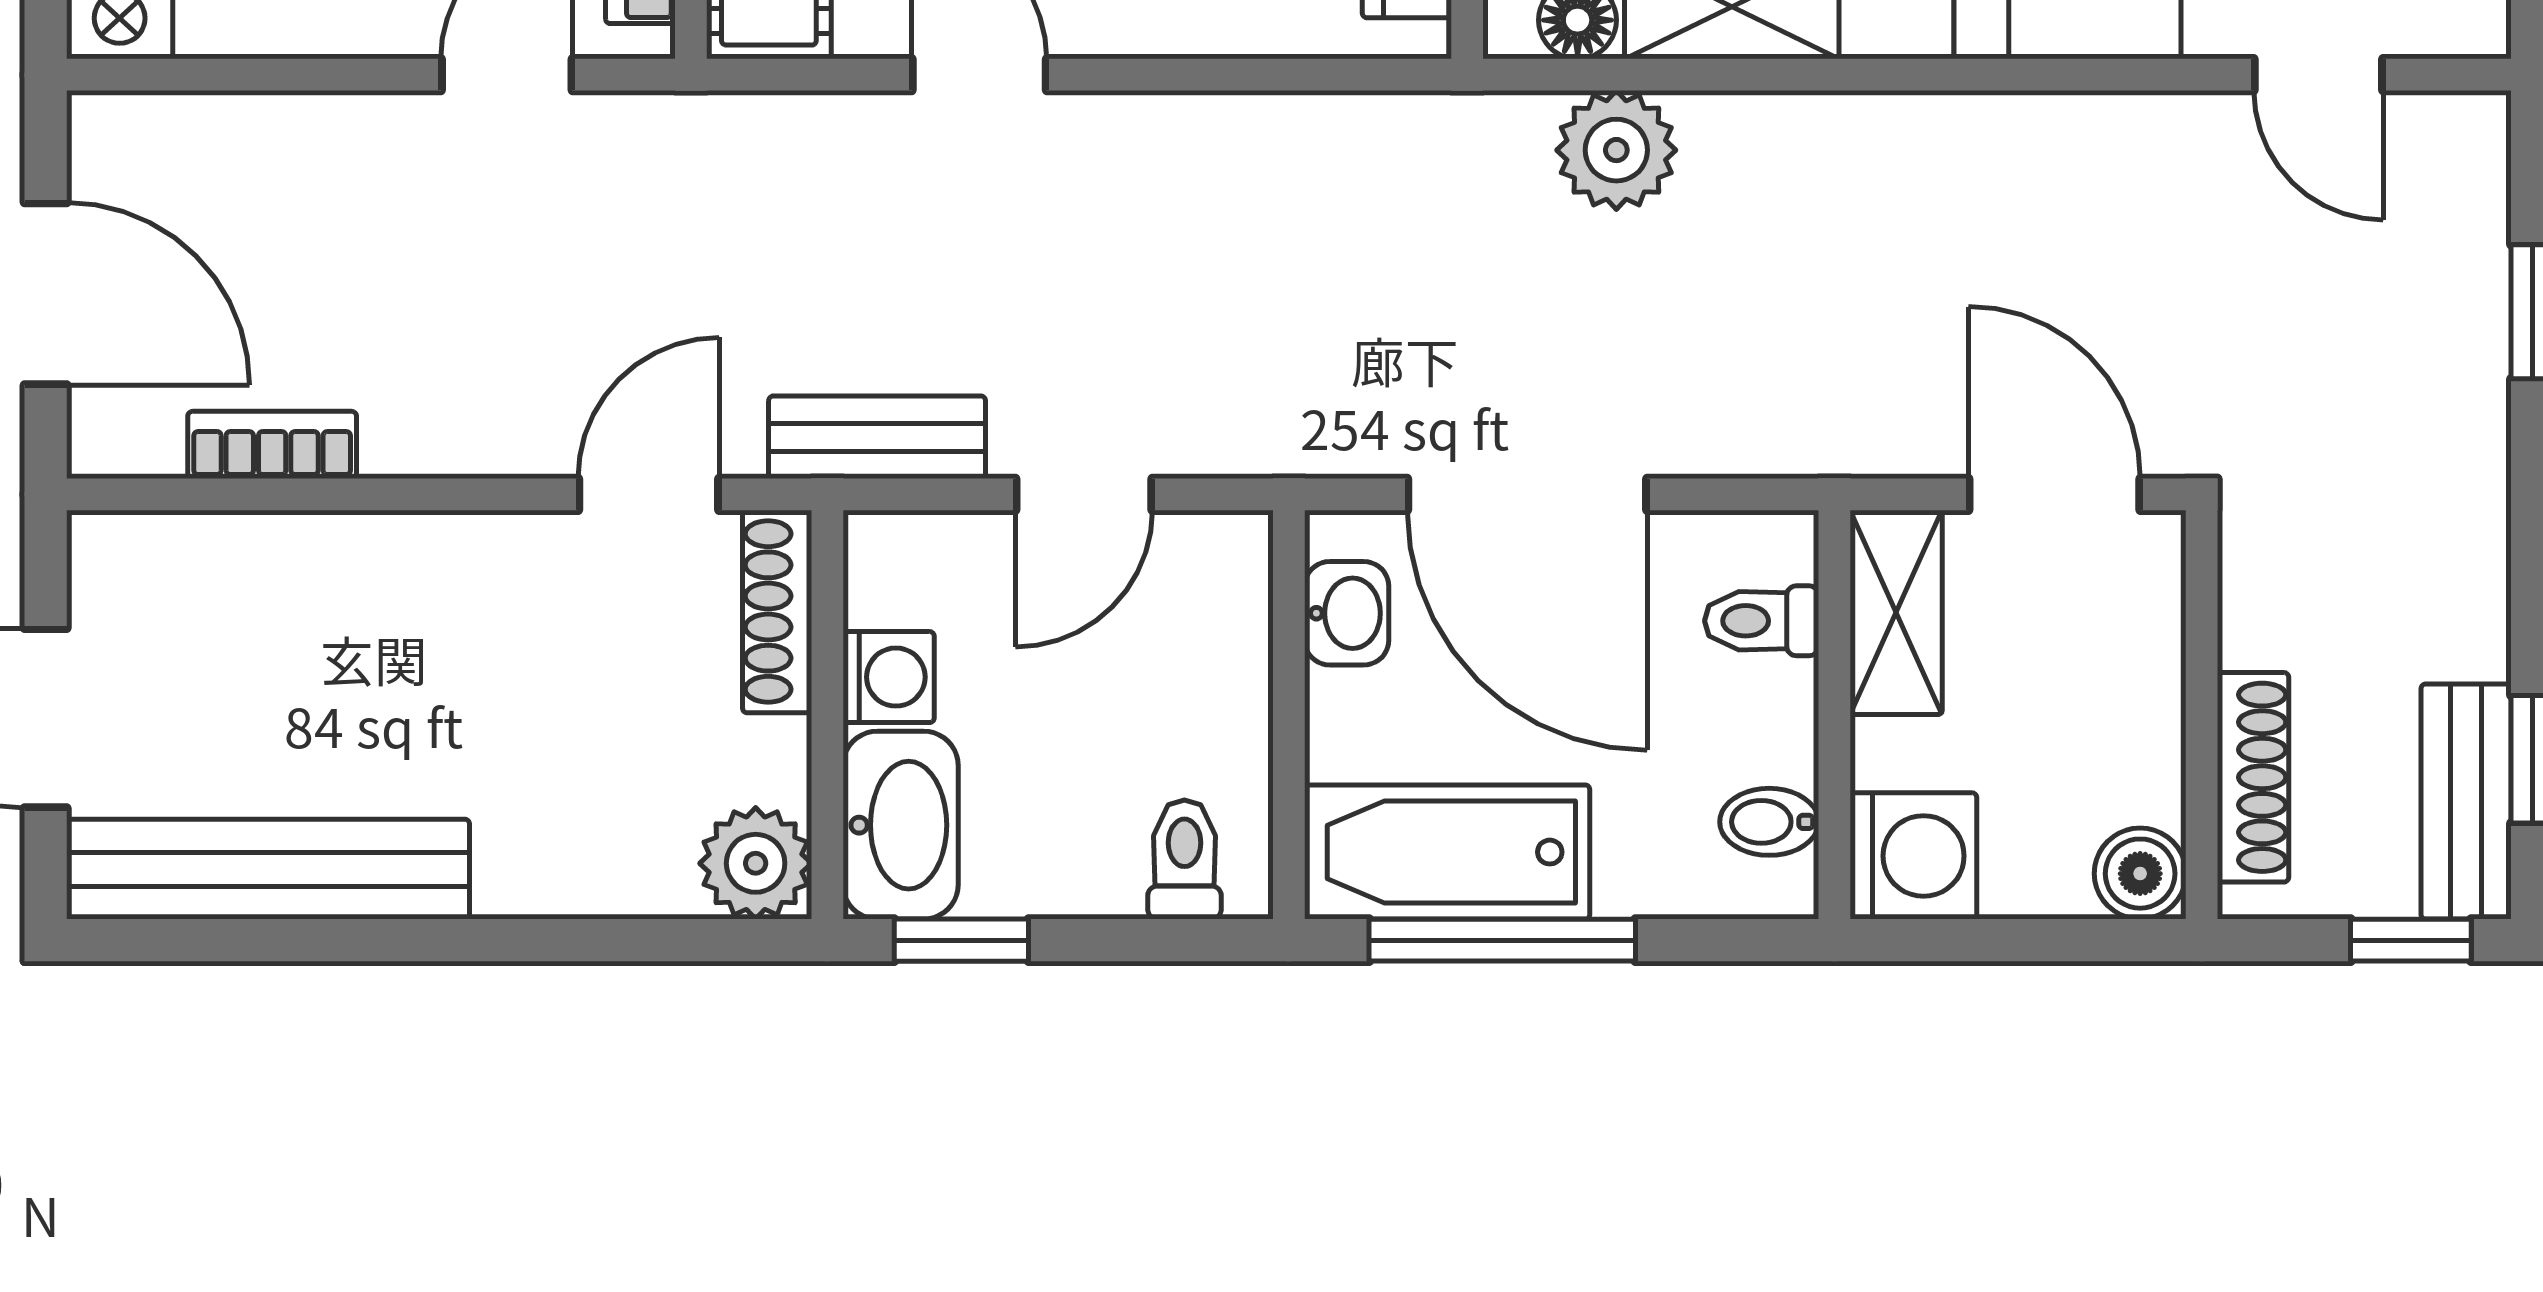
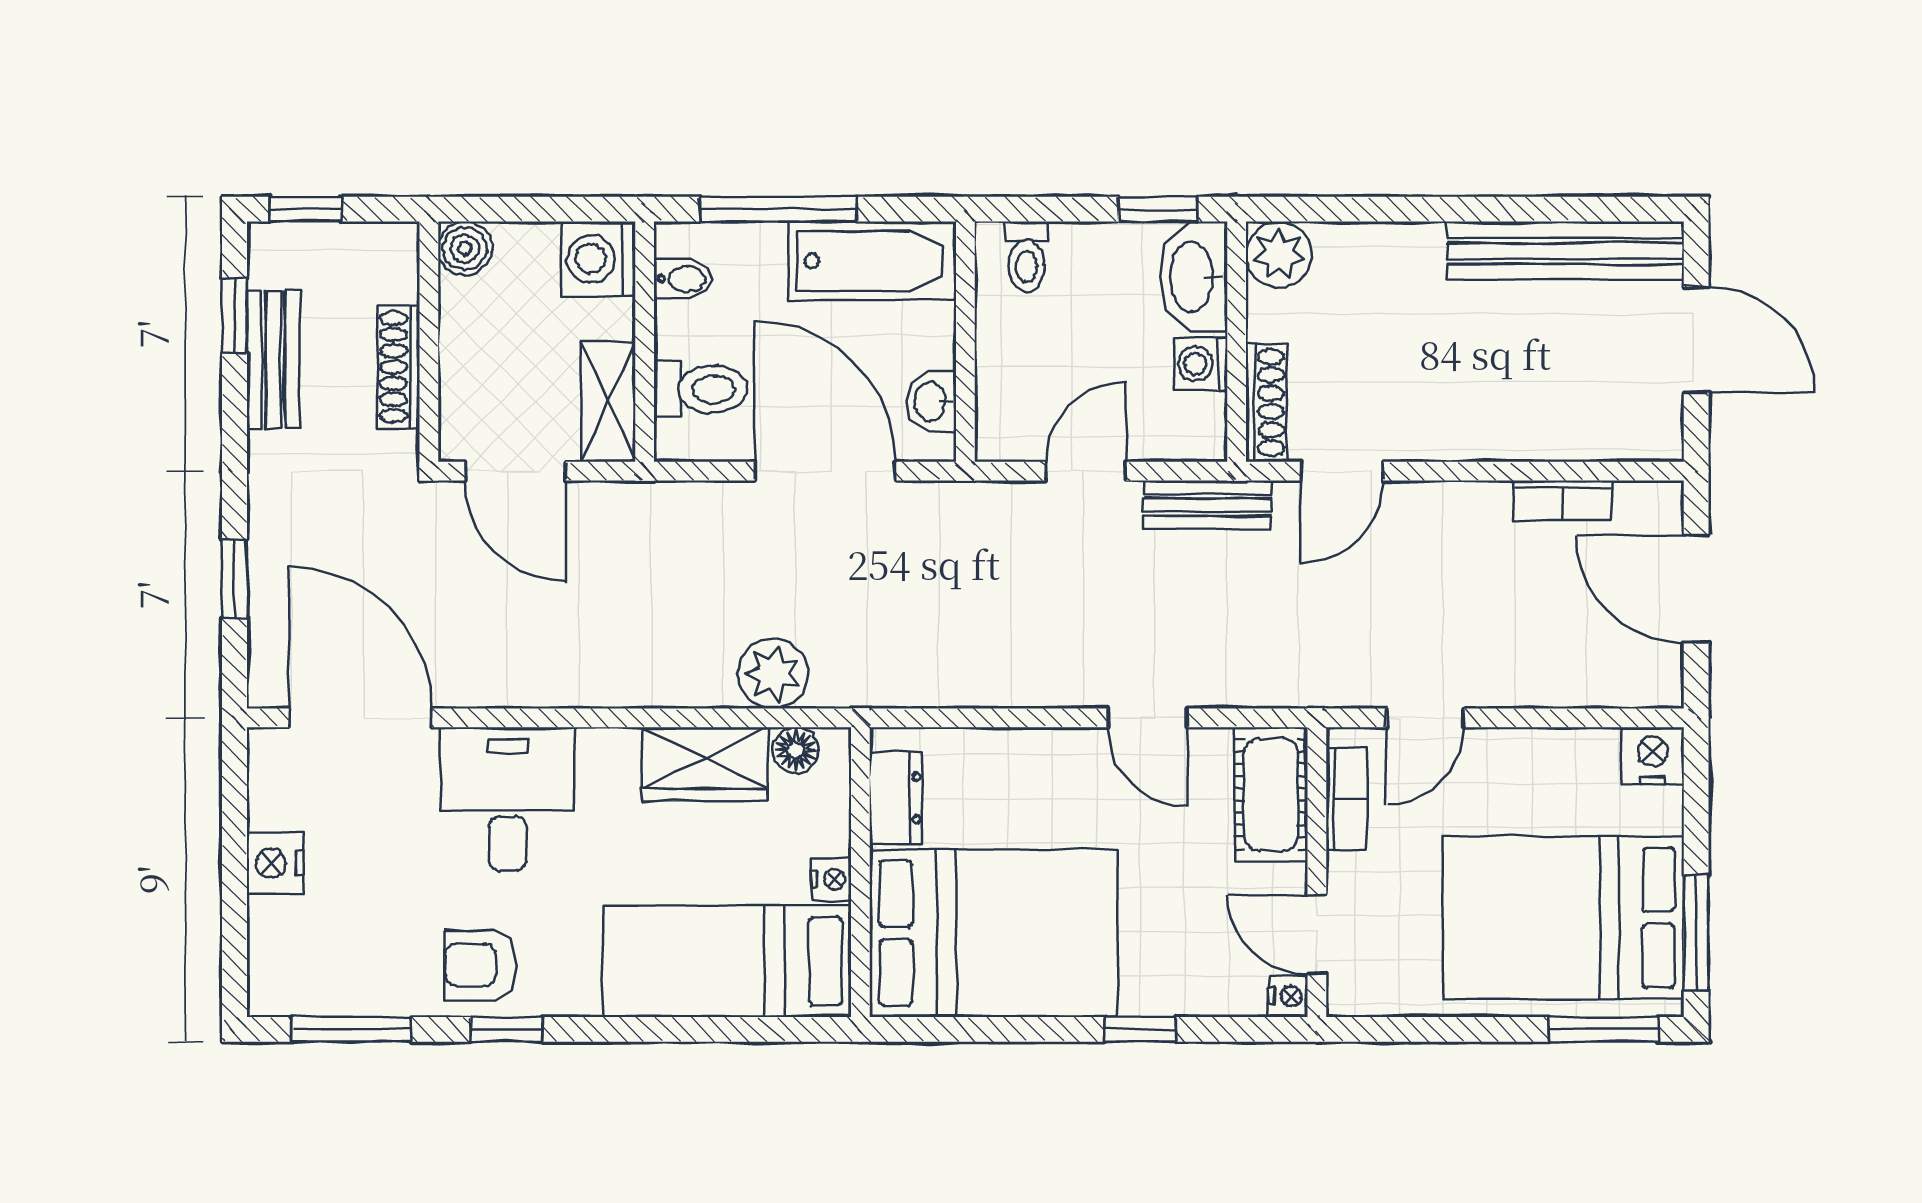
door: (2318, 75) -> (360, 718), width x1.88
toilet: (1762, 621) -> (700, 389), width x1.37, depth x1.39
shoe rack: (2253, 777) -> (399, 367), moved
bench: (2466, 802) -> (273, 359), moved
window: (1502, 940) -> (778, 209), moved

